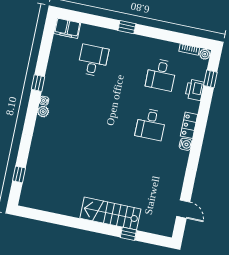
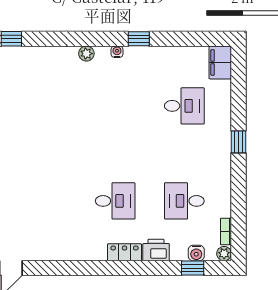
printer: (195, 90) -> (156, 250), moved
plant: (43, 112) -> (86, 54), moved
desk: (151, 124) -> (115, 201), turned 180
water cooler: (186, 144) -> (196, 253), moved

